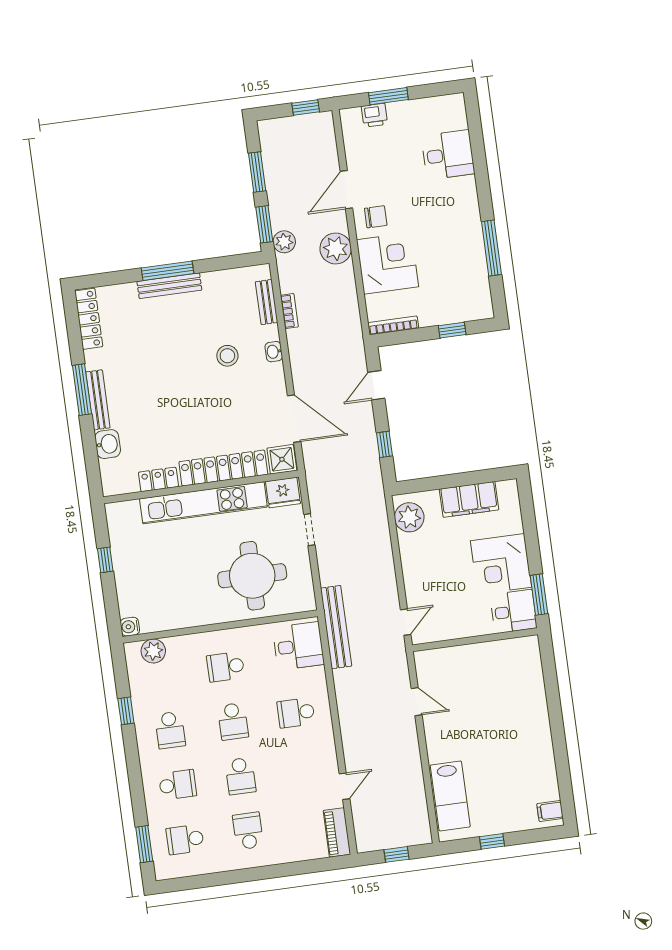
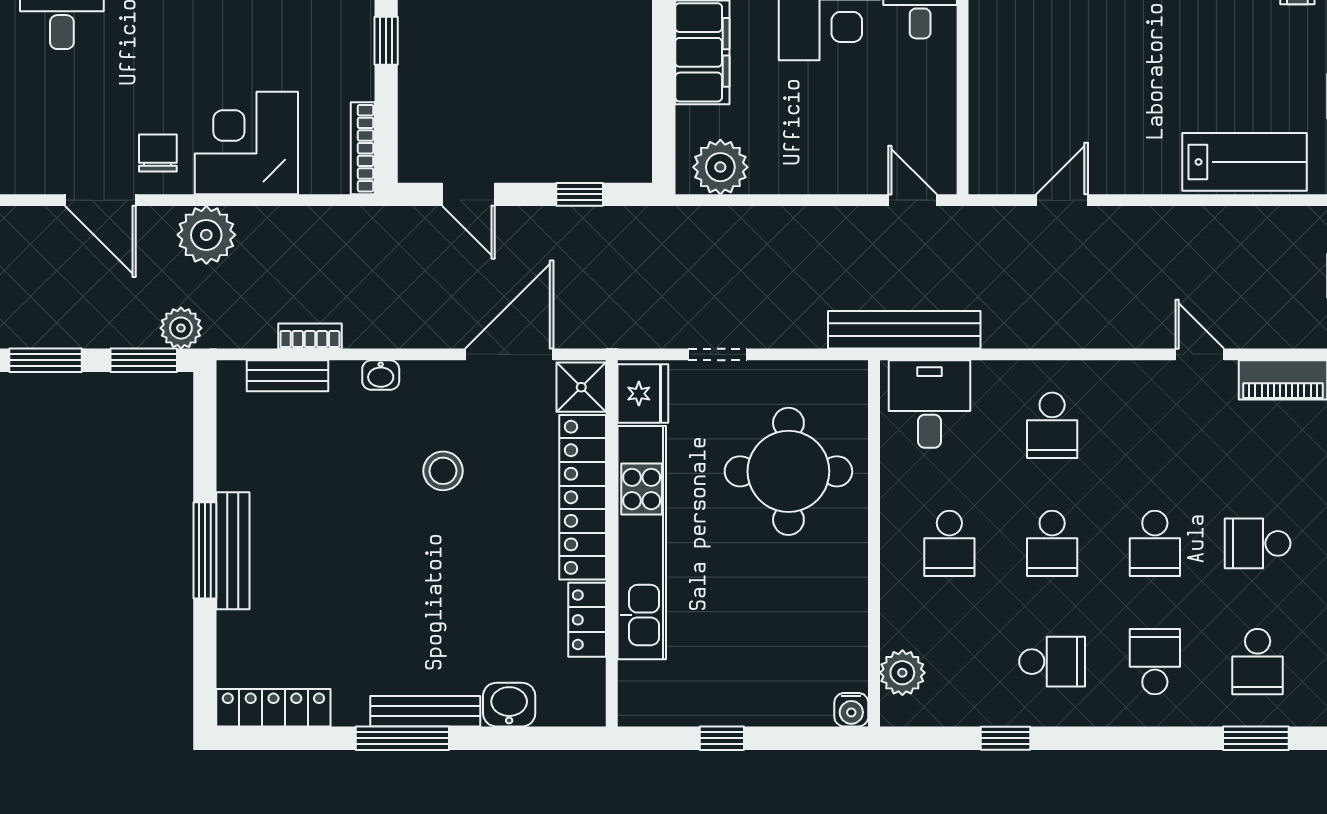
stool: (227, 356) -> (443, 471), moved
school desk: (233, 721) -> (1052, 543), turned 90
school desk: (241, 776) -> (1155, 543), turned 90

